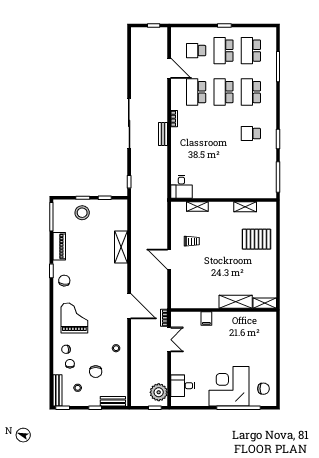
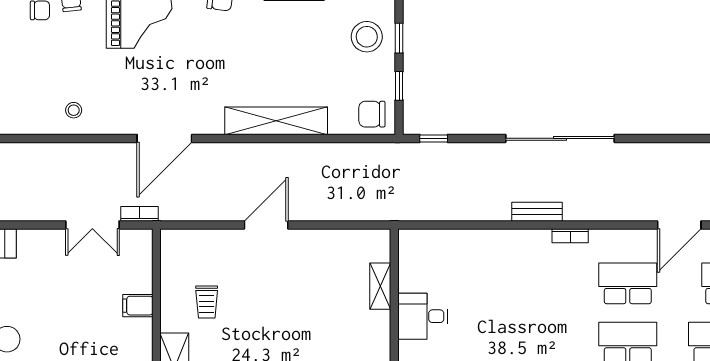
desk: (181, 187) -> (423, 316), moved
trolley: (192, 241) -> (207, 302), moved
shelving: (121, 247) -> (276, 121), width x1.47
chair: (96, 372) -> (372, 114), moved

